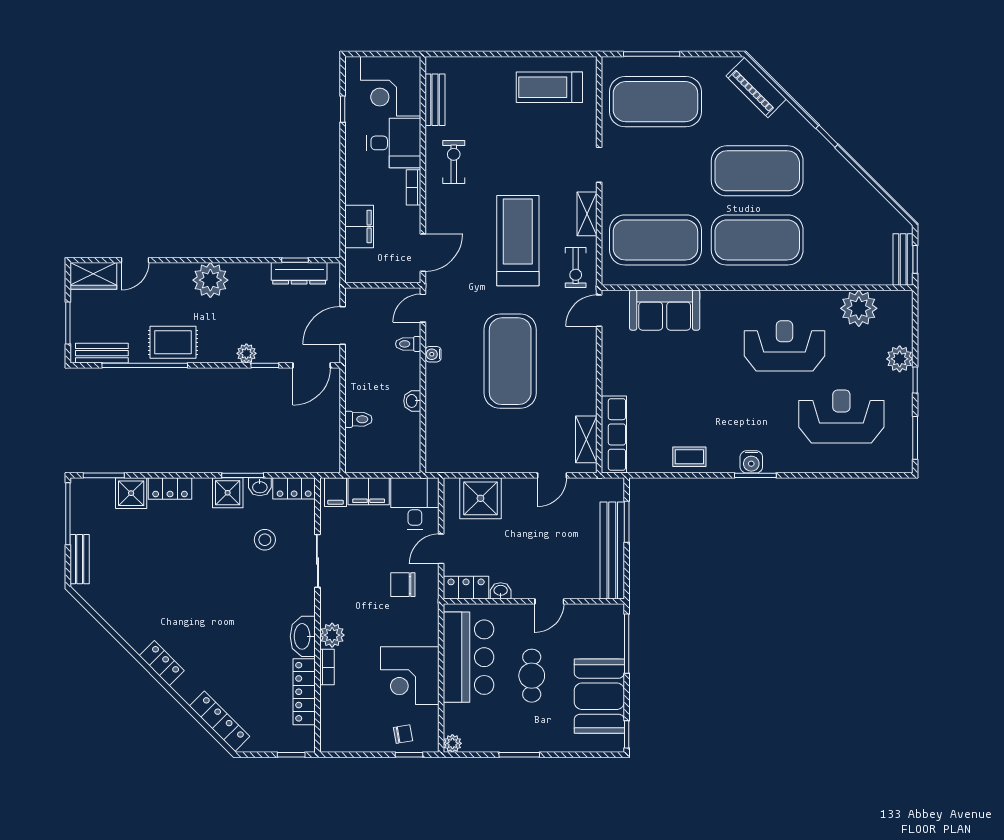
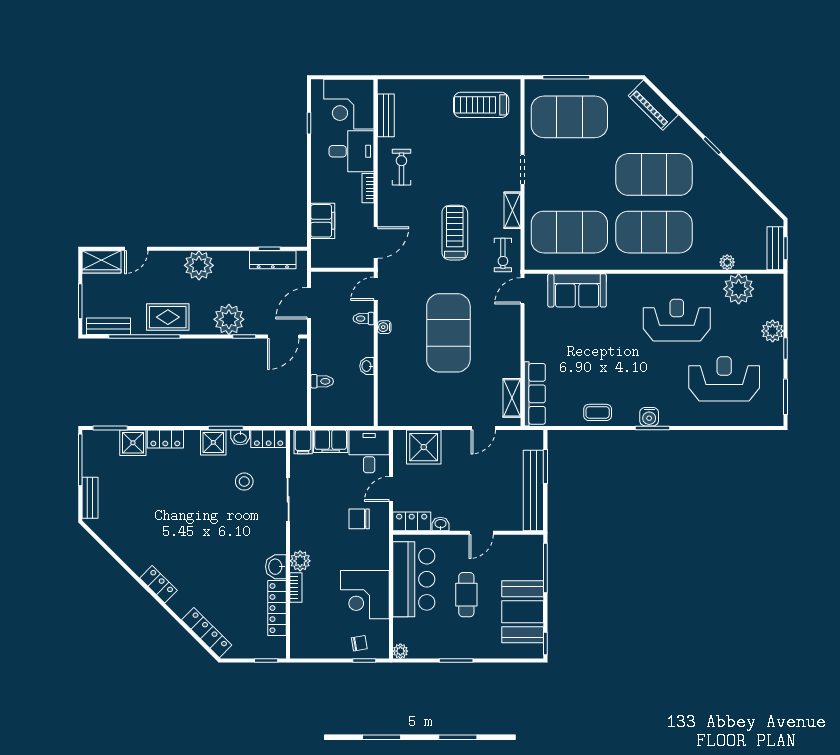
treadmill: (518, 241) -> (455, 233), width x0.73, depth x0.73
plant: (845, 276) -> (727, 262), added
plant: (246, 353) -> (229, 319), width x1.87, depth x1.87
washbasin: (303, 636) -> (276, 567), width x0.72

